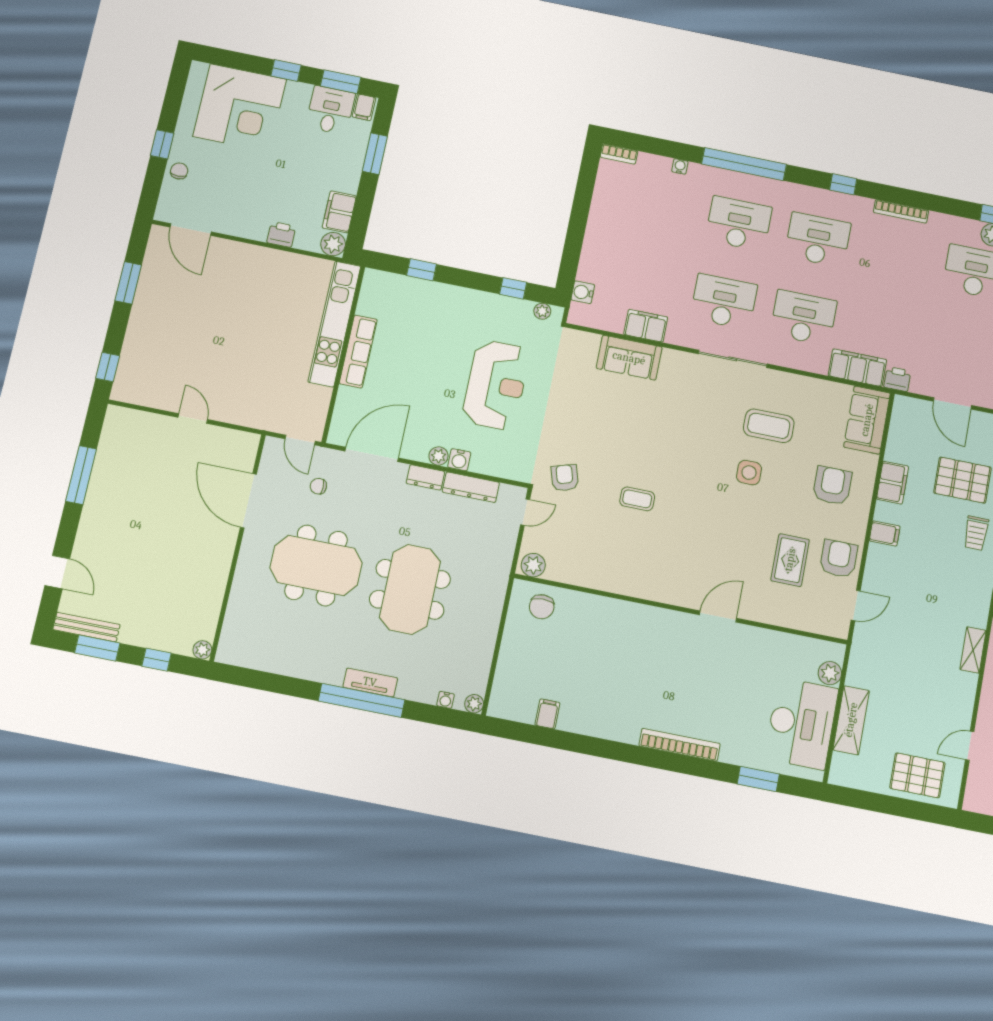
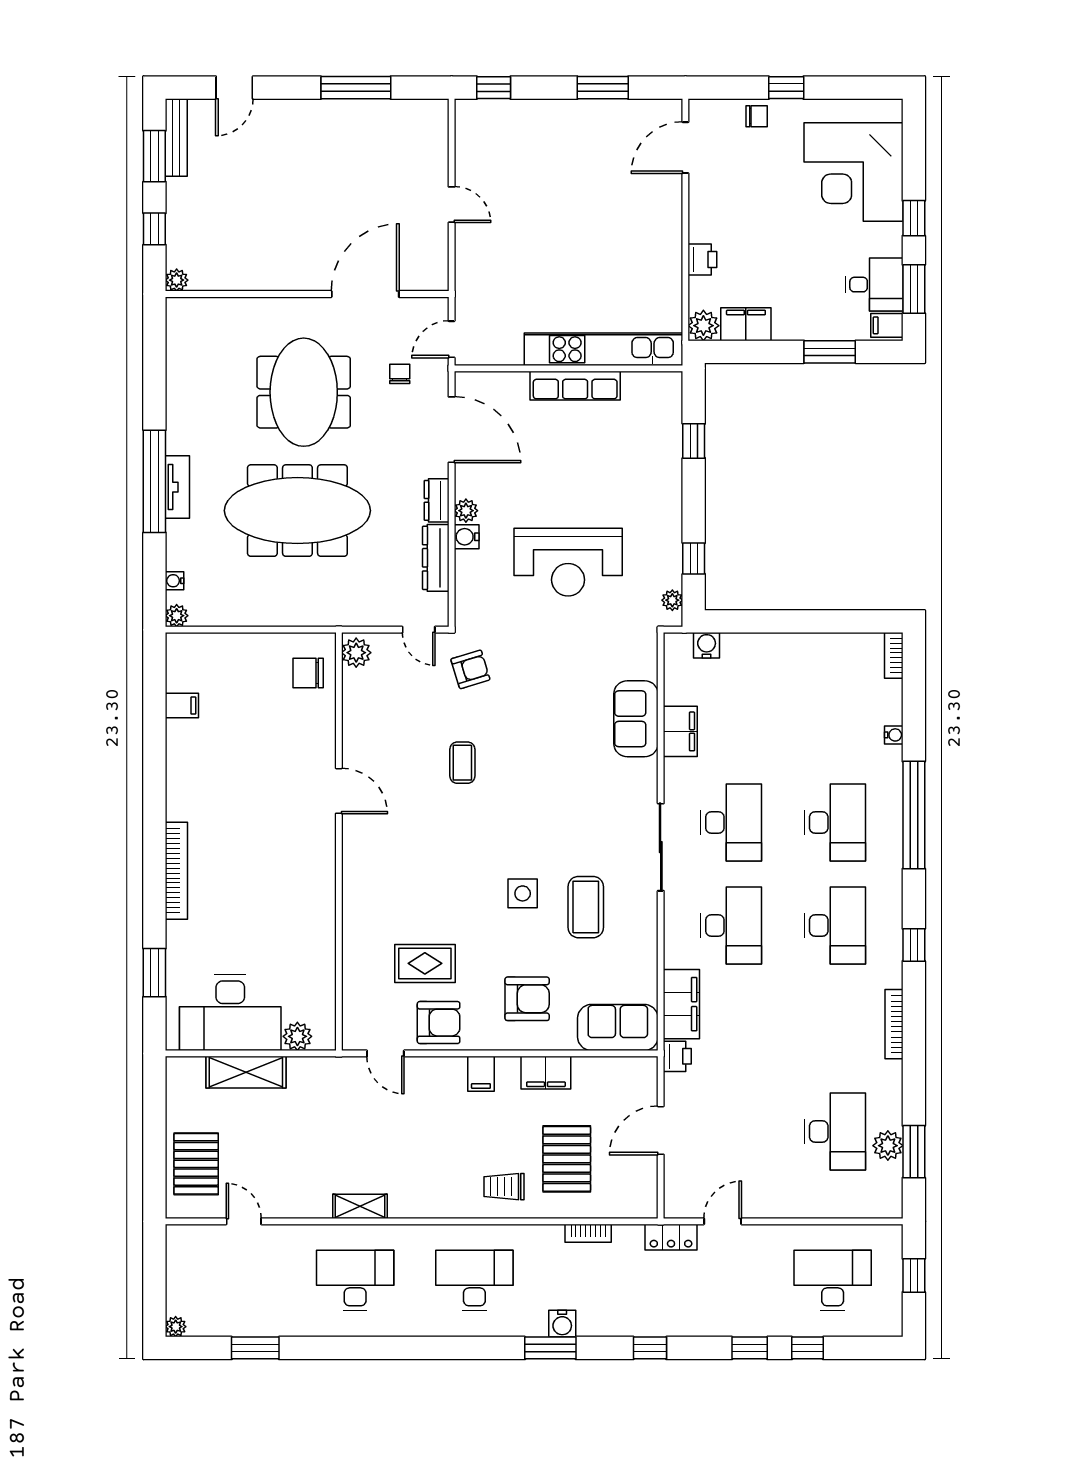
door: (193, 418) -> (452, 205), hinge flipped
meeting table: (410, 589) -> (297, 511), width x1.36
door: (718, 617) -> (339, 791), moved

